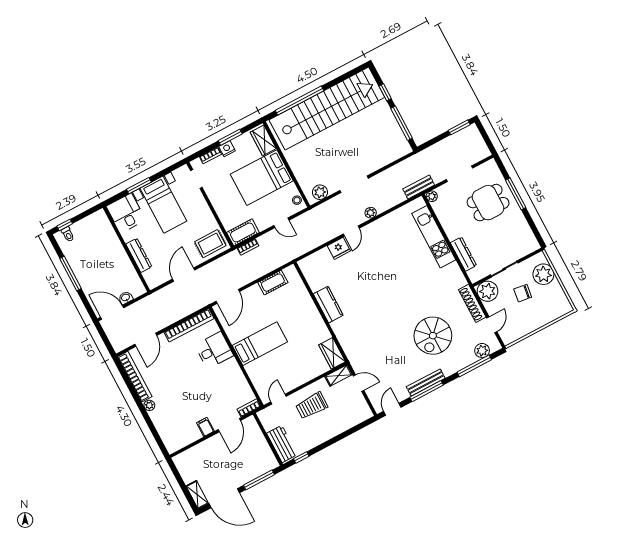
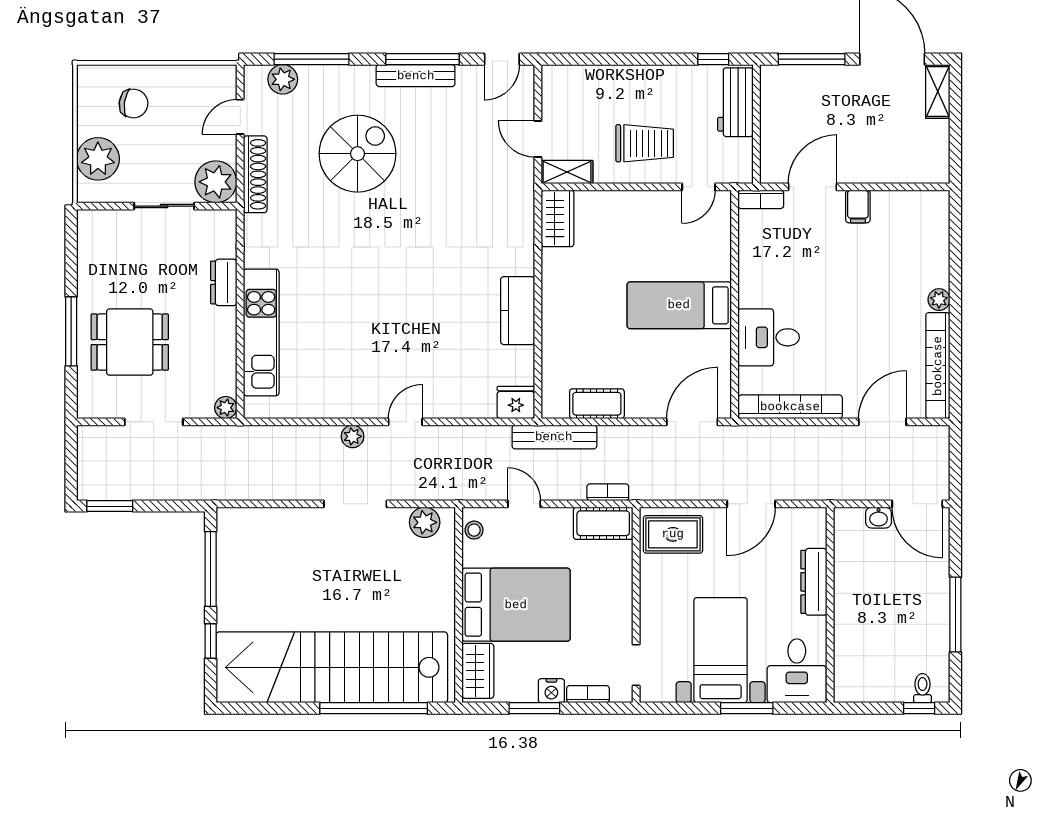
bench: (419, 187) -> (554, 437), moved, width x1.36
fridge: (339, 248) -> (516, 402), moved
dresser: (463, 254) -> (224, 282), width x0.70
chair: (523, 293) -> (133, 104), moved

